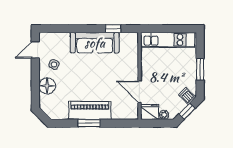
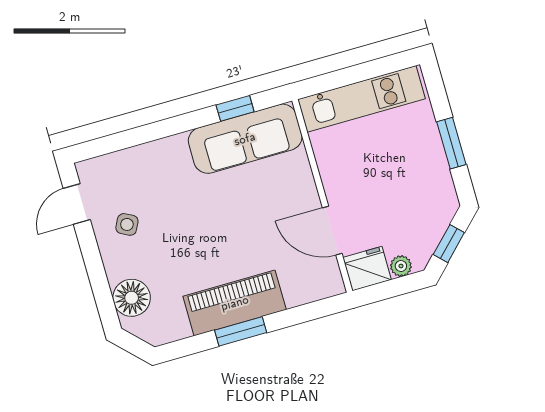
sofa: (95, 43) -> (245, 139), moved
floor lamp: (47, 86) -> (132, 298), moved
dishwasher: (187, 96) -> (439, 210), removed

